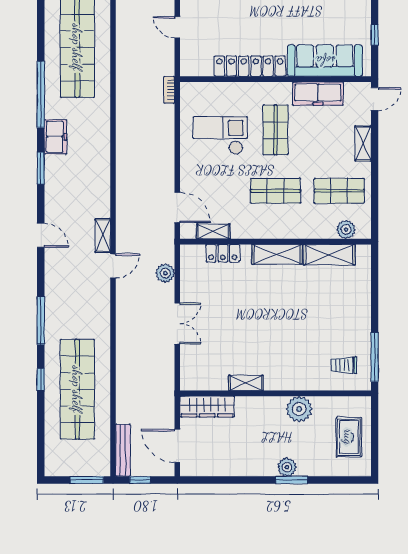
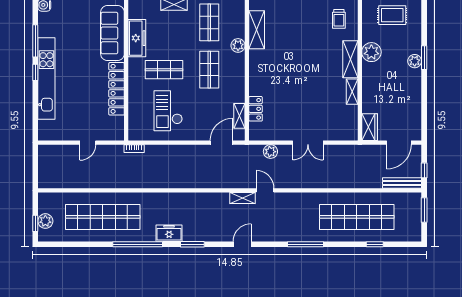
plant: (346, 230) -> (238, 45), moved
shelving: (277, 254) -> (350, 59), moved
double door: (177, 324) -> (308, 143), swing flipped
window: (41, 380) -> (375, 244), moved
wardrobe: (207, 407) -> (370, 127), width x0.67

